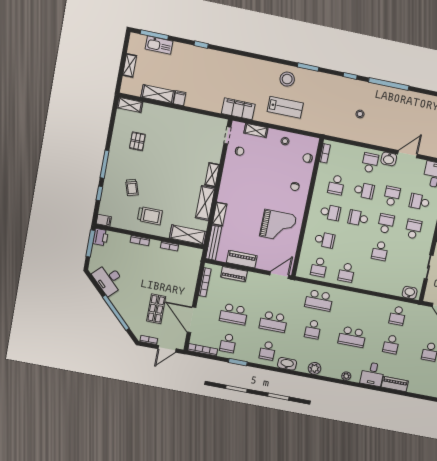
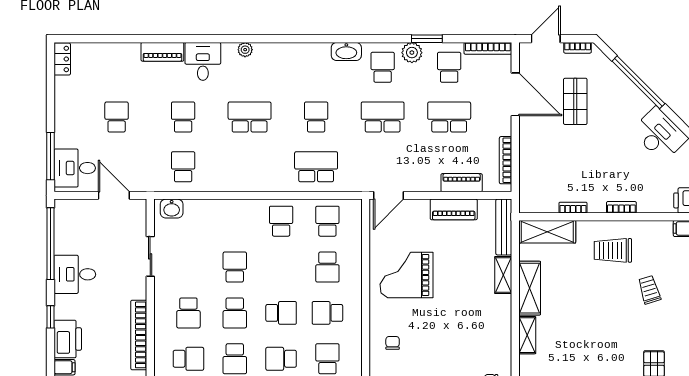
school desk: (325, 240) -> (327, 267), turned -90
plant: (315, 368) -> (412, 53), moved

